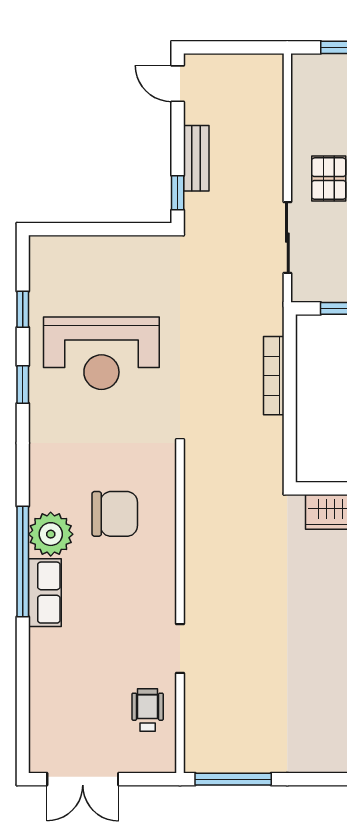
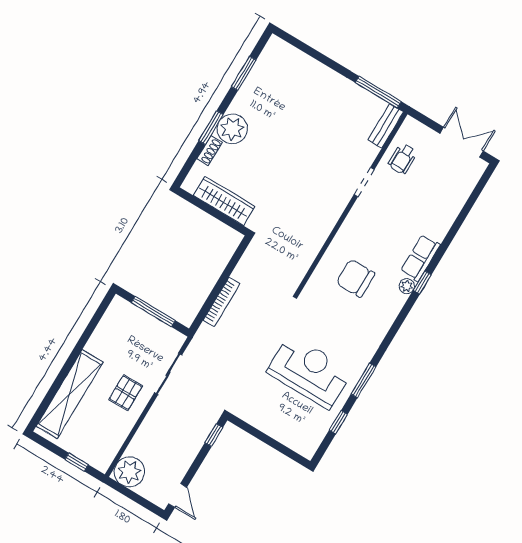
plant: (260, 77) -> (129, 472), added
bench: (196, 158) -> (386, 126), moved
window: (23, 385) -> (363, 380), width x1.50
plant: (51, 534) -> (407, 286), width x0.53, depth x0.53
window: (23, 561) -> (422, 283), width x0.32

